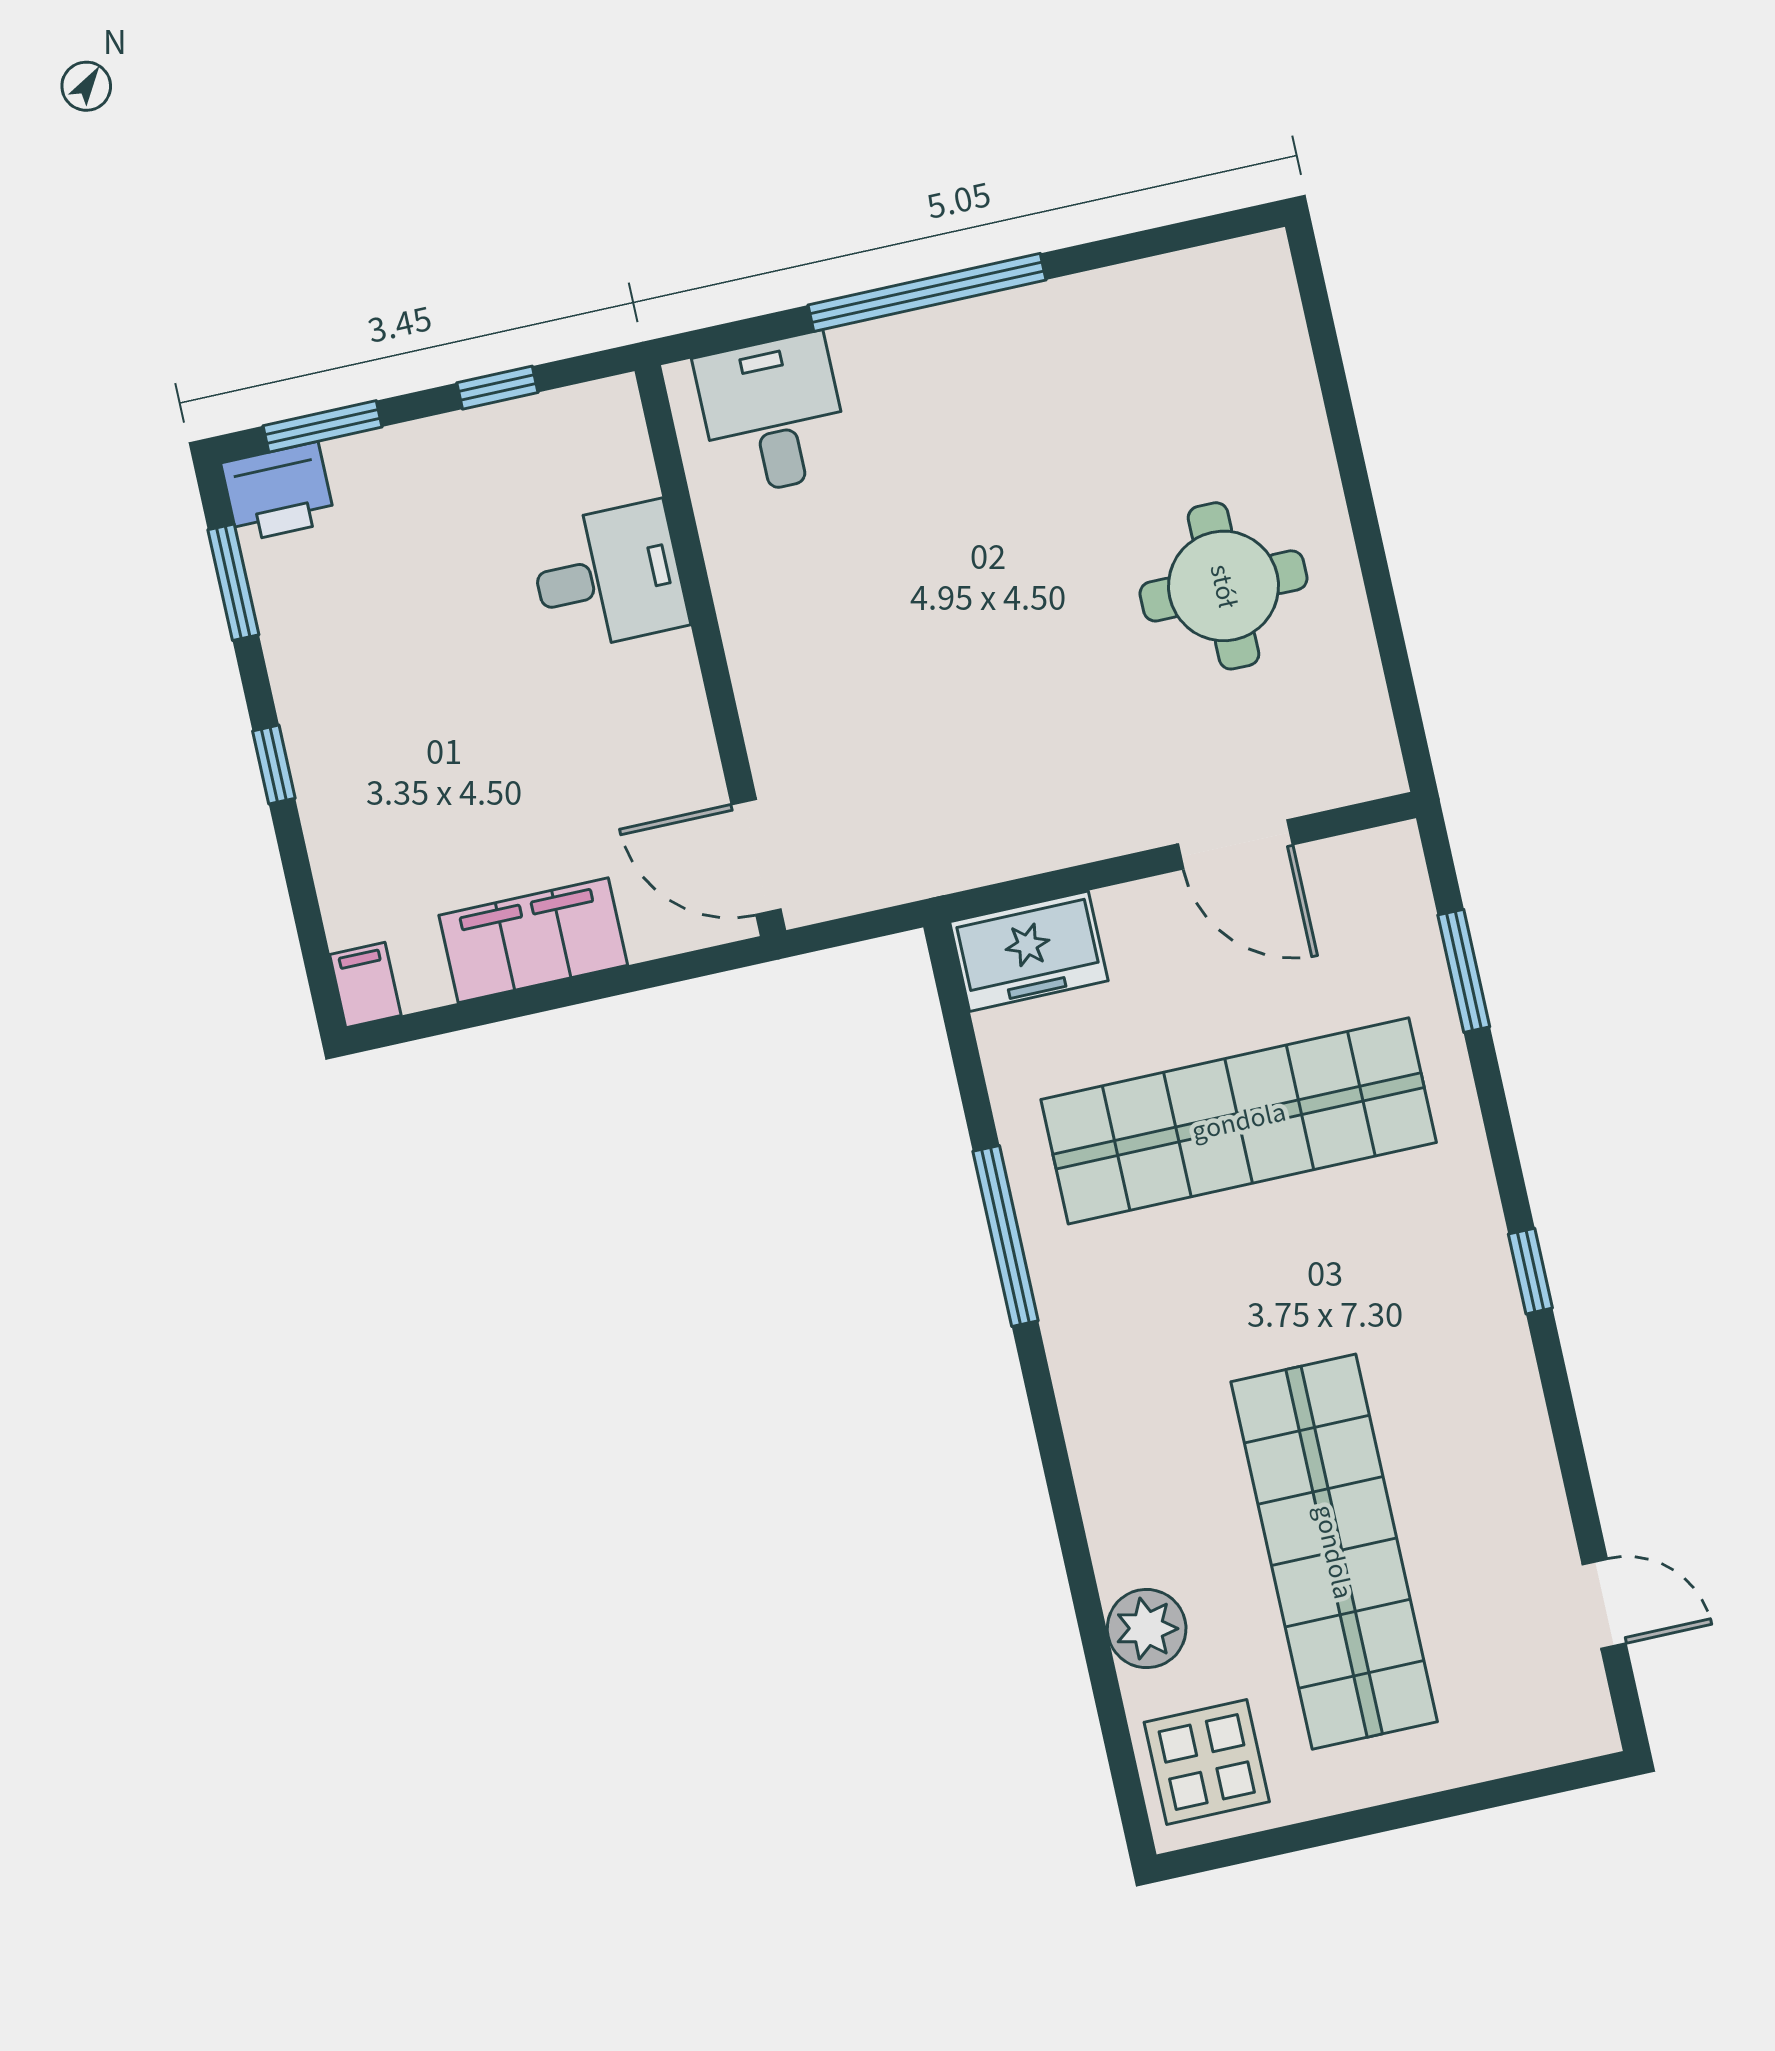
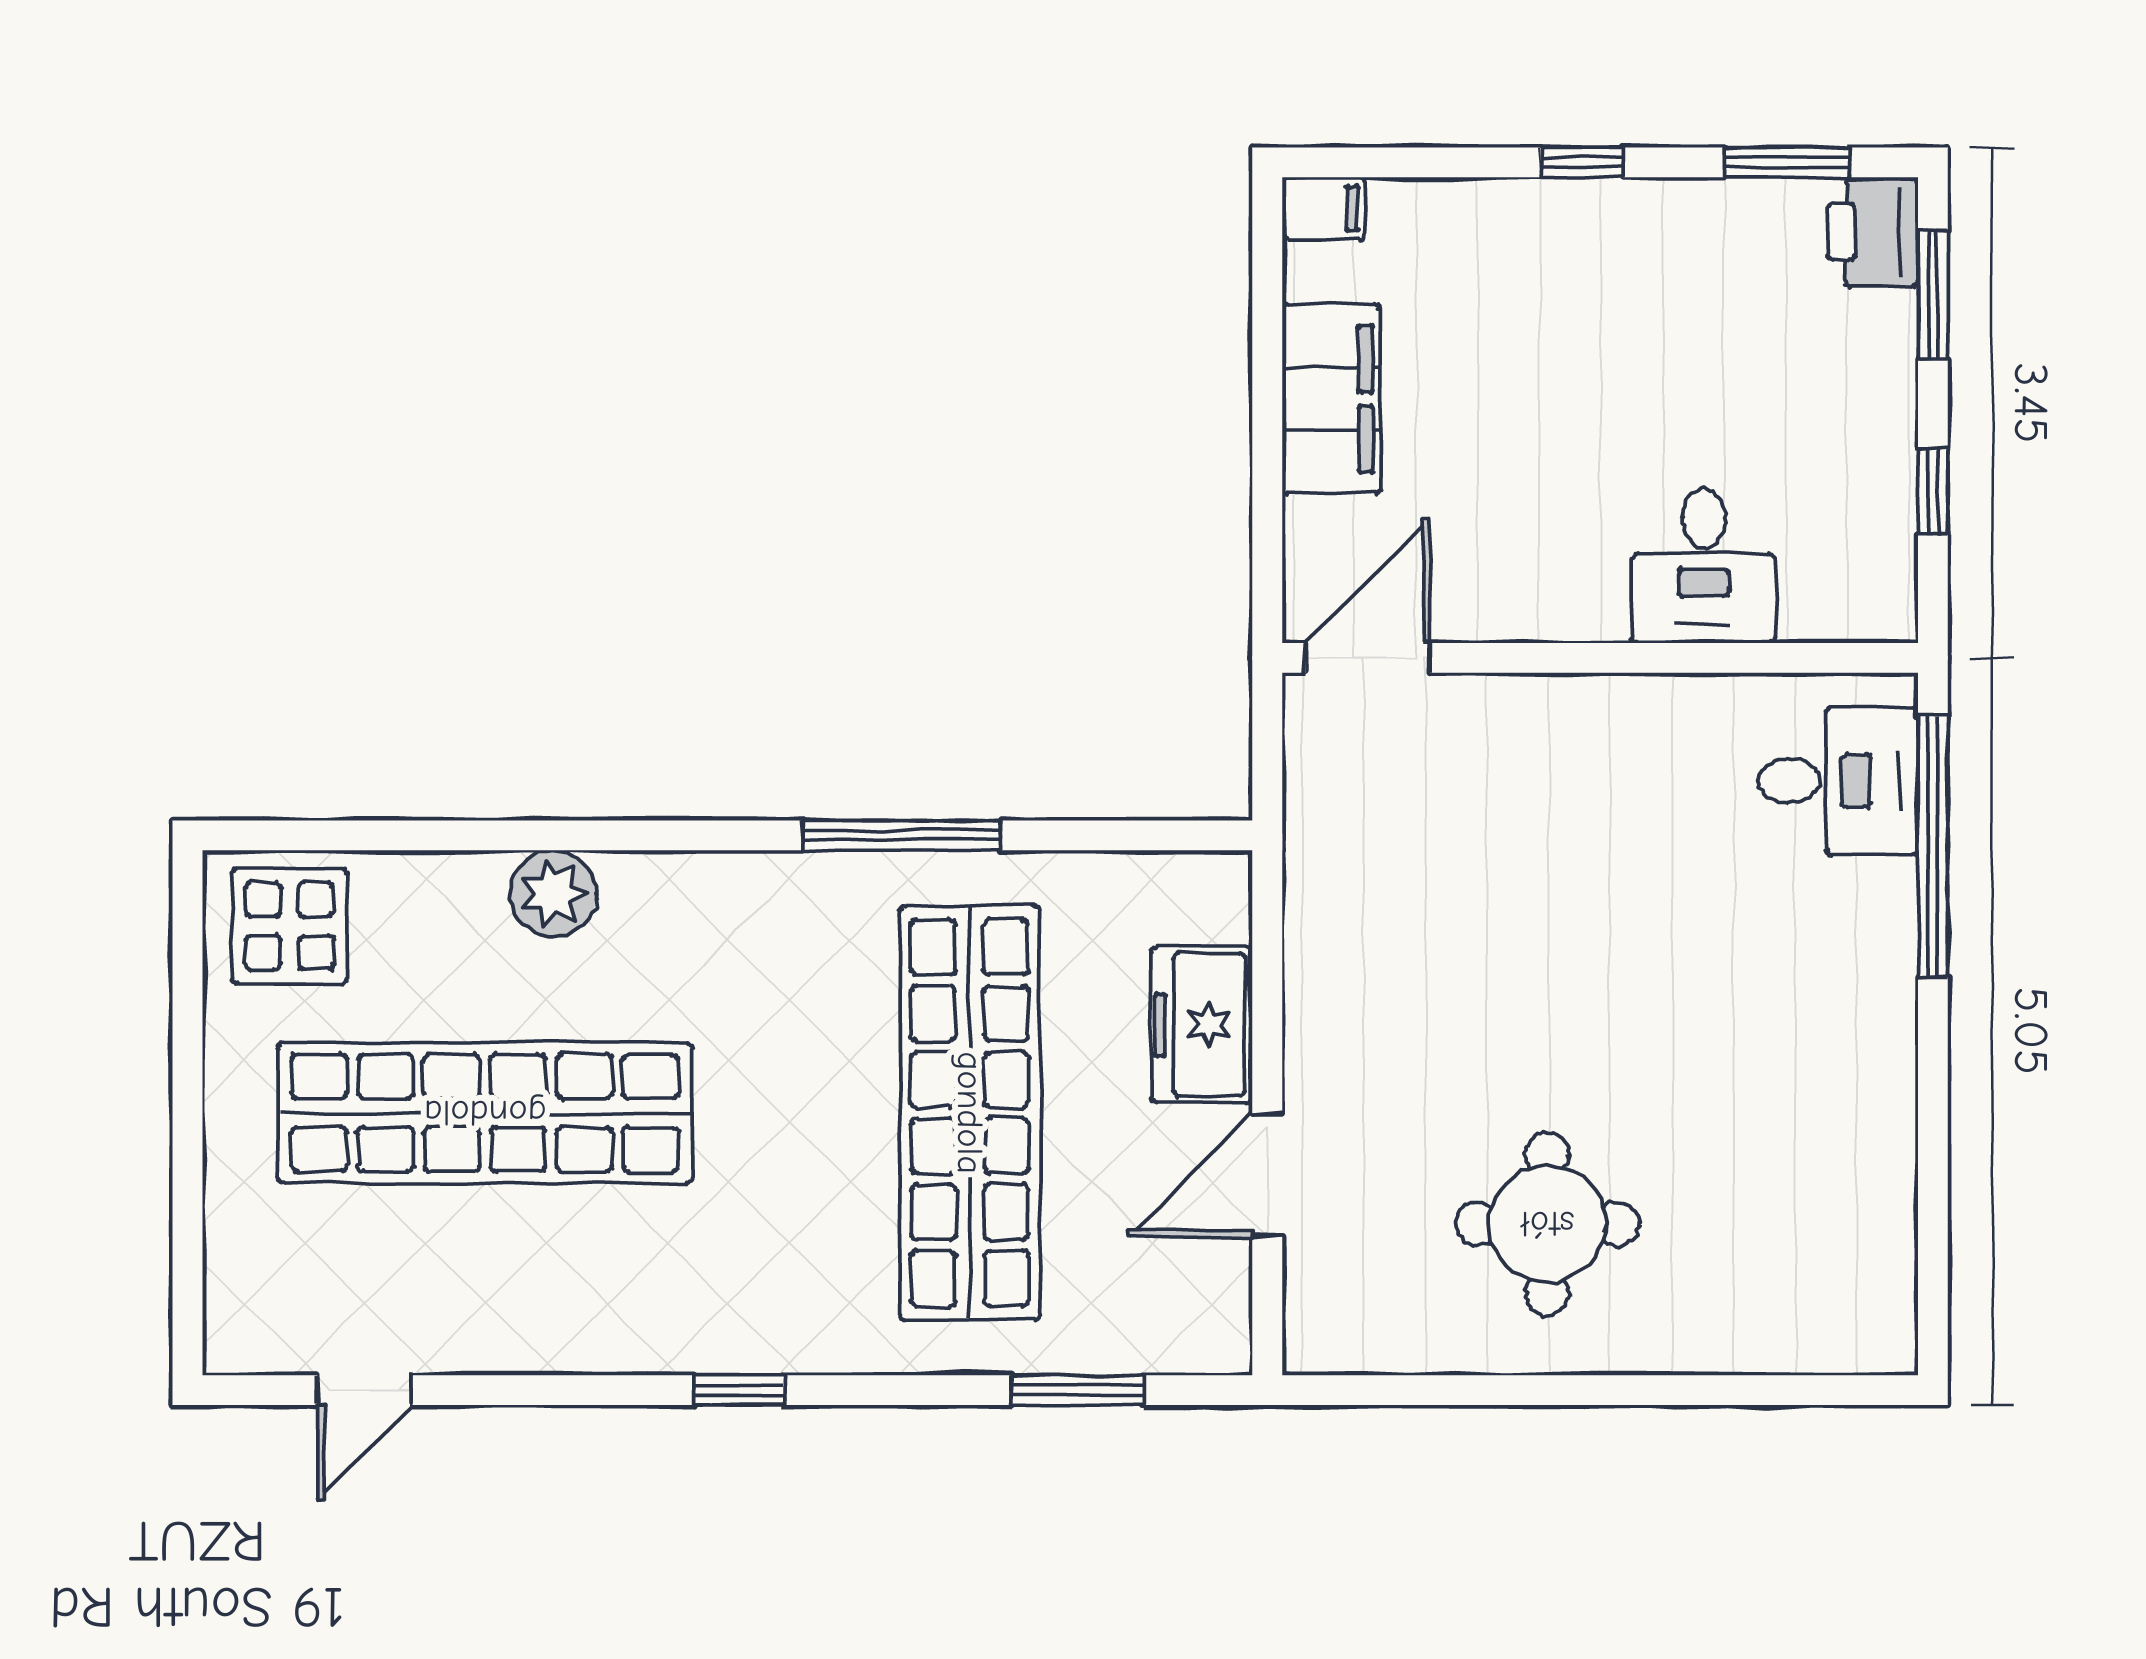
window: (927, 292) -> (1933, 847), moved
freezer: (1029, 951) -> (1202, 1025), moved
plant: (1147, 1629) -> (553, 893), moved

